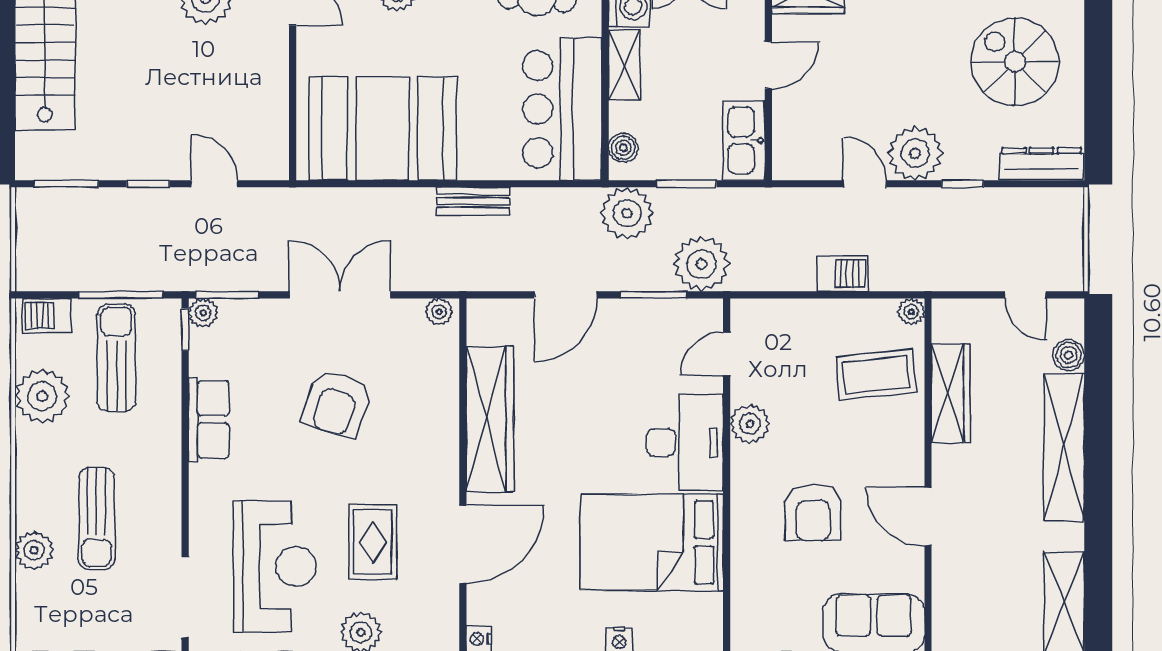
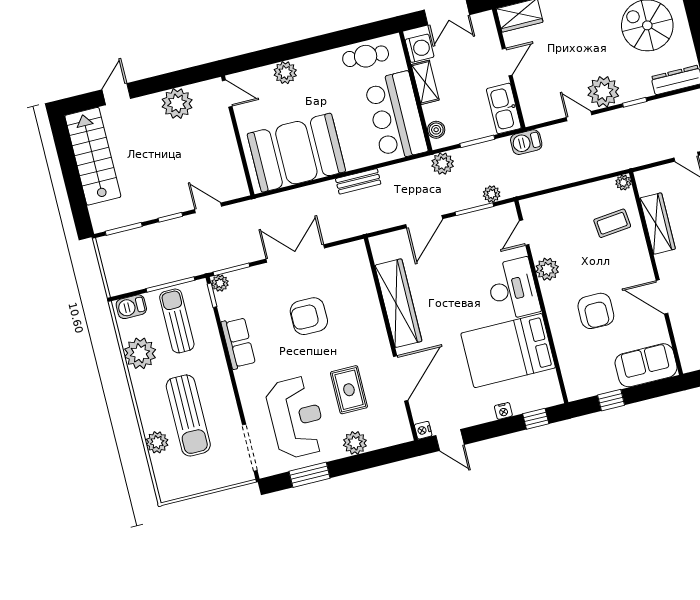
plant: (627, 213) -> (443, 164), width x0.73, depth x0.73
plant: (701, 264) -> (492, 194), width x0.53, depth x0.53
barbecue: (843, 273) -> (526, 142), moved, turned 180
plant: (439, 312) -> (354, 249), removed
coffee table: (876, 374) -> (612, 223), width x0.73, depth x0.77
armchair: (336, 404) -> (309, 316), turned 72
sun lounger: (96, 519) -> (188, 415), width x1.36, depth x1.34

